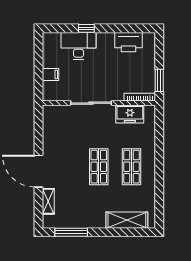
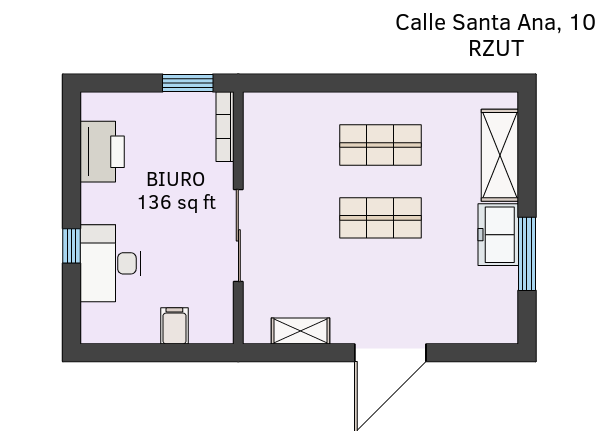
freezer: (130, 114) -> (498, 235), moved, turned 180
shelving: (48, 201) -> (300, 331), moved
window: (71, 232) -> (527, 254), moved

